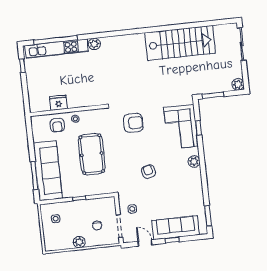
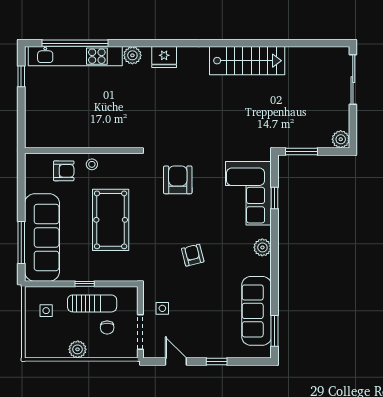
stairs: (180, 43) -> (247, 61), width x0.73, depth x0.66
fridge: (58, 103) -> (164, 57), moved, turned 180
armchair: (133, 123) -> (178, 180), turned -90
armchair: (57, 125) -> (64, 171), turned -90
sun lounger: (85, 211) -> (92, 303), added
sofa: (176, 228) -> (257, 311), moved, turned -90

